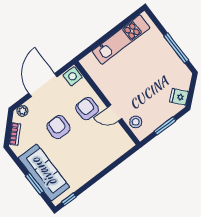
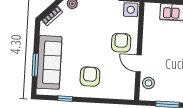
armchair: (58, 127) -> (90, 77), moved
window: (69, 199) -> (65, 99), moved

